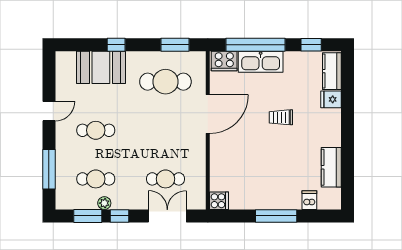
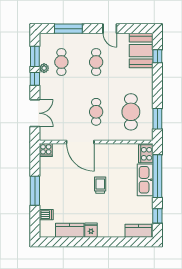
window: (116, 45) -> (157, 56), moved
booth: (101, 67) -> (141, 51), moved
fridge: (331, 99) -> (91, 230), moved
door: (208, 114) -> (80, 142), moved
trolley: (281, 117) -> (100, 185), moved
cafe table: (165, 179) -> (96, 112), moved

